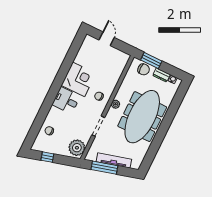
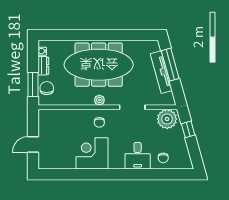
desk: (66, 100) -> (138, 156), moved
window: (47, 157) -> (188, 129), moved
window: (104, 168) -> (170, 65), moved

